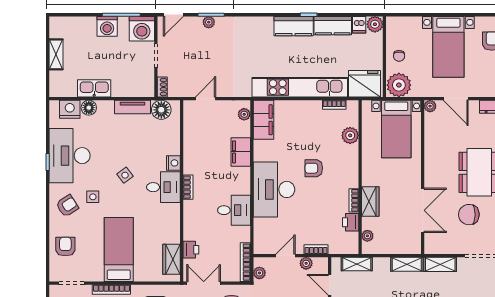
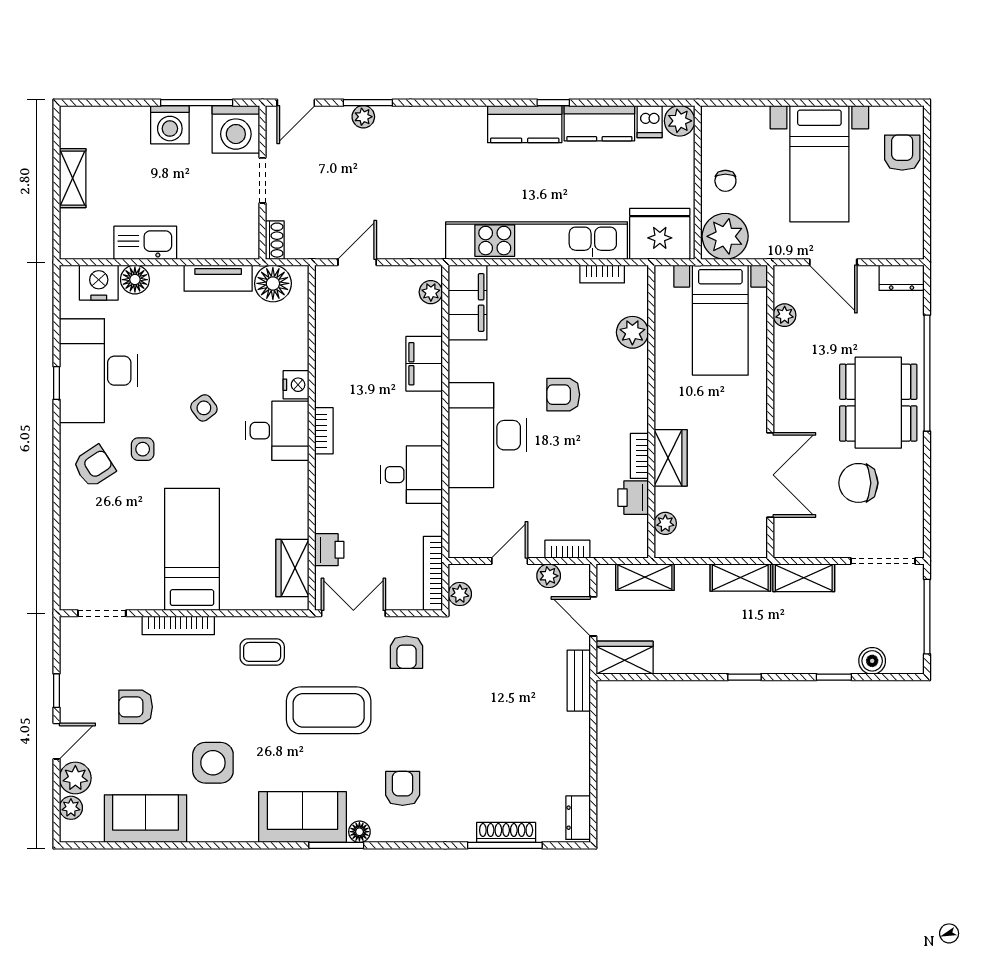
plant: (430, 106) -> (785, 315), moved
armchair: (65, 247) -> (90, 544), removed

